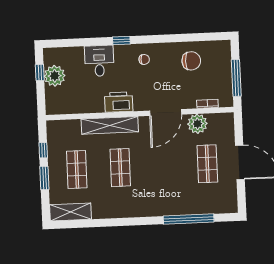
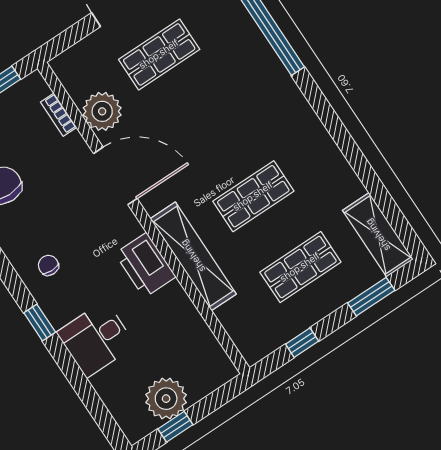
window: (44, 178) -> (371, 297), moved

